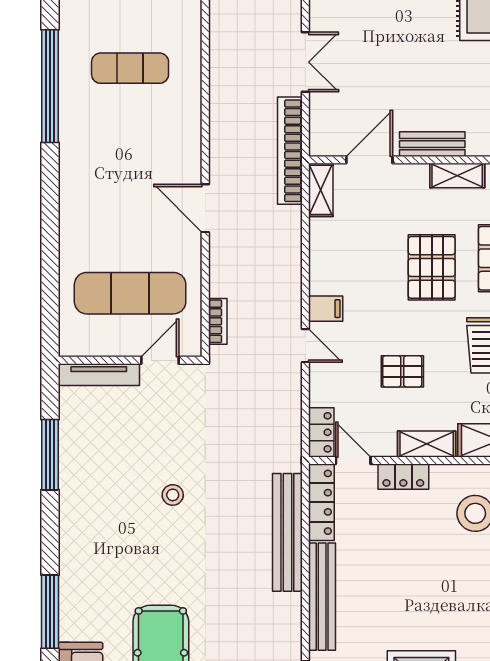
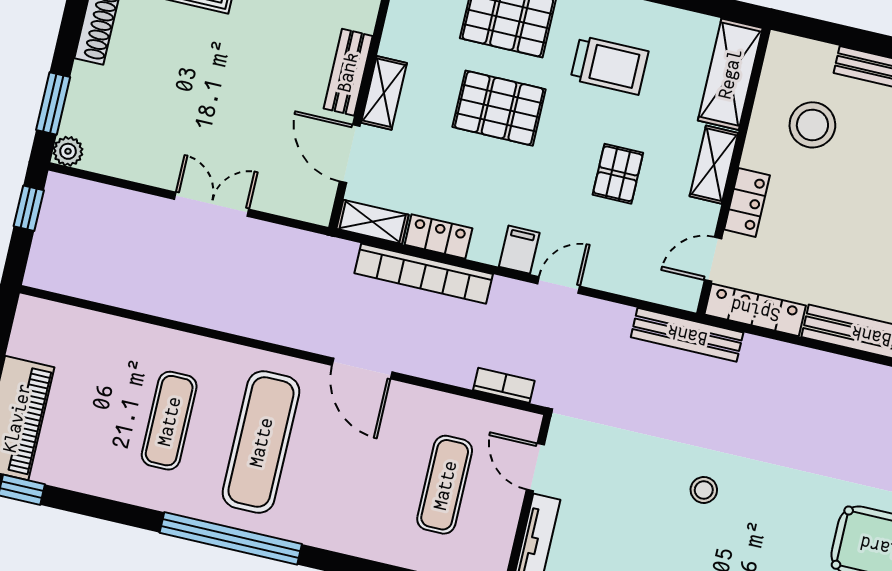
window: (50, 86) -> (231, 538), moved
exercise mat: (130, 143) -> (261, 442), added
bookcase: (290, 151) -> (424, 274), moved
shelving: (457, 176) -> (384, 93), moved
door: (205, 208) -> (362, 369), hinge flipped
exercise mat: (130, 293) -> (445, 485), width x0.73, depth x0.69
locker: (321, 432) -> (438, 237), moved
bench: (287, 532) -> (687, 335), moved, width x0.73, depth x0.82

